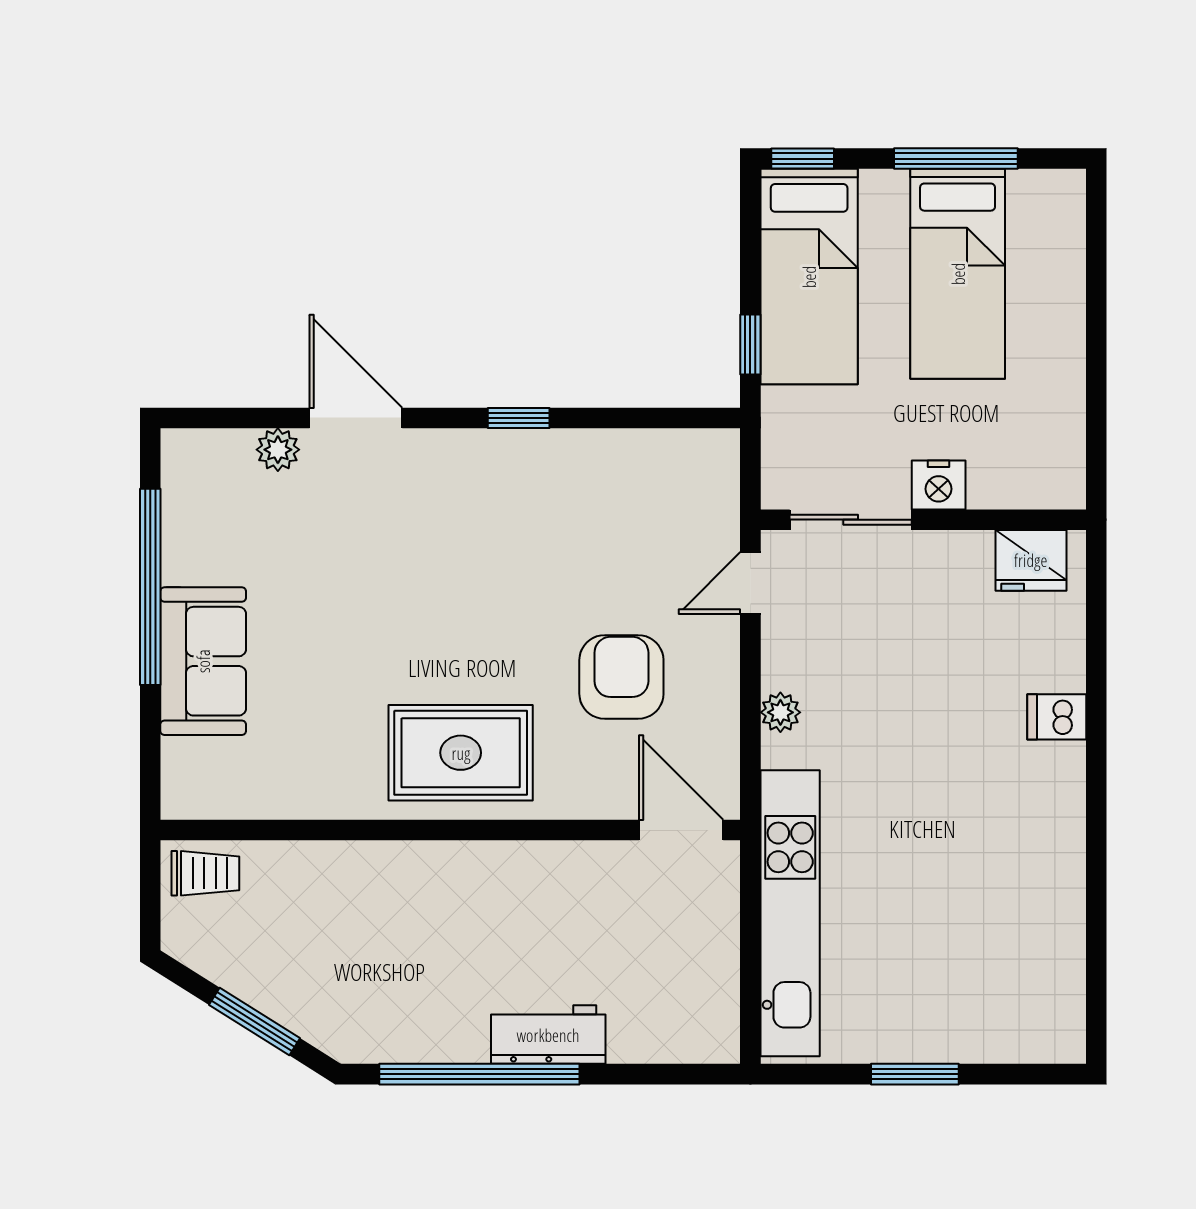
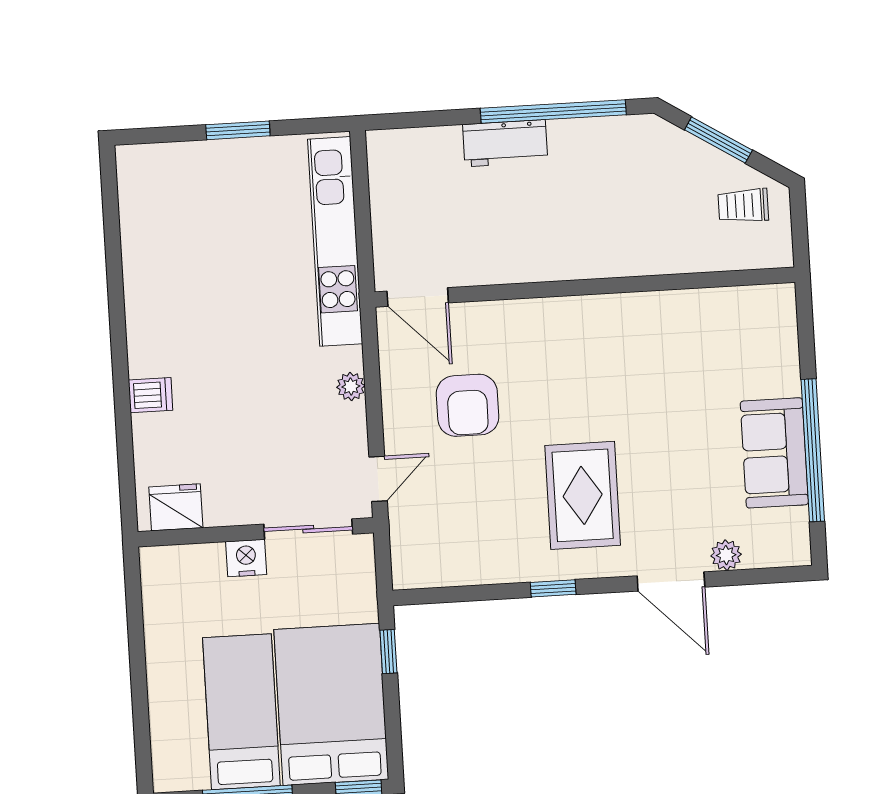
bed: (809, 277) -> (331, 704), width x1.50
sofa: (203, 661) -> (774, 453), moved
rug: (461, 753) -> (583, 495), moved, turned 90
trolley: (205, 873) -> (743, 206), moved

